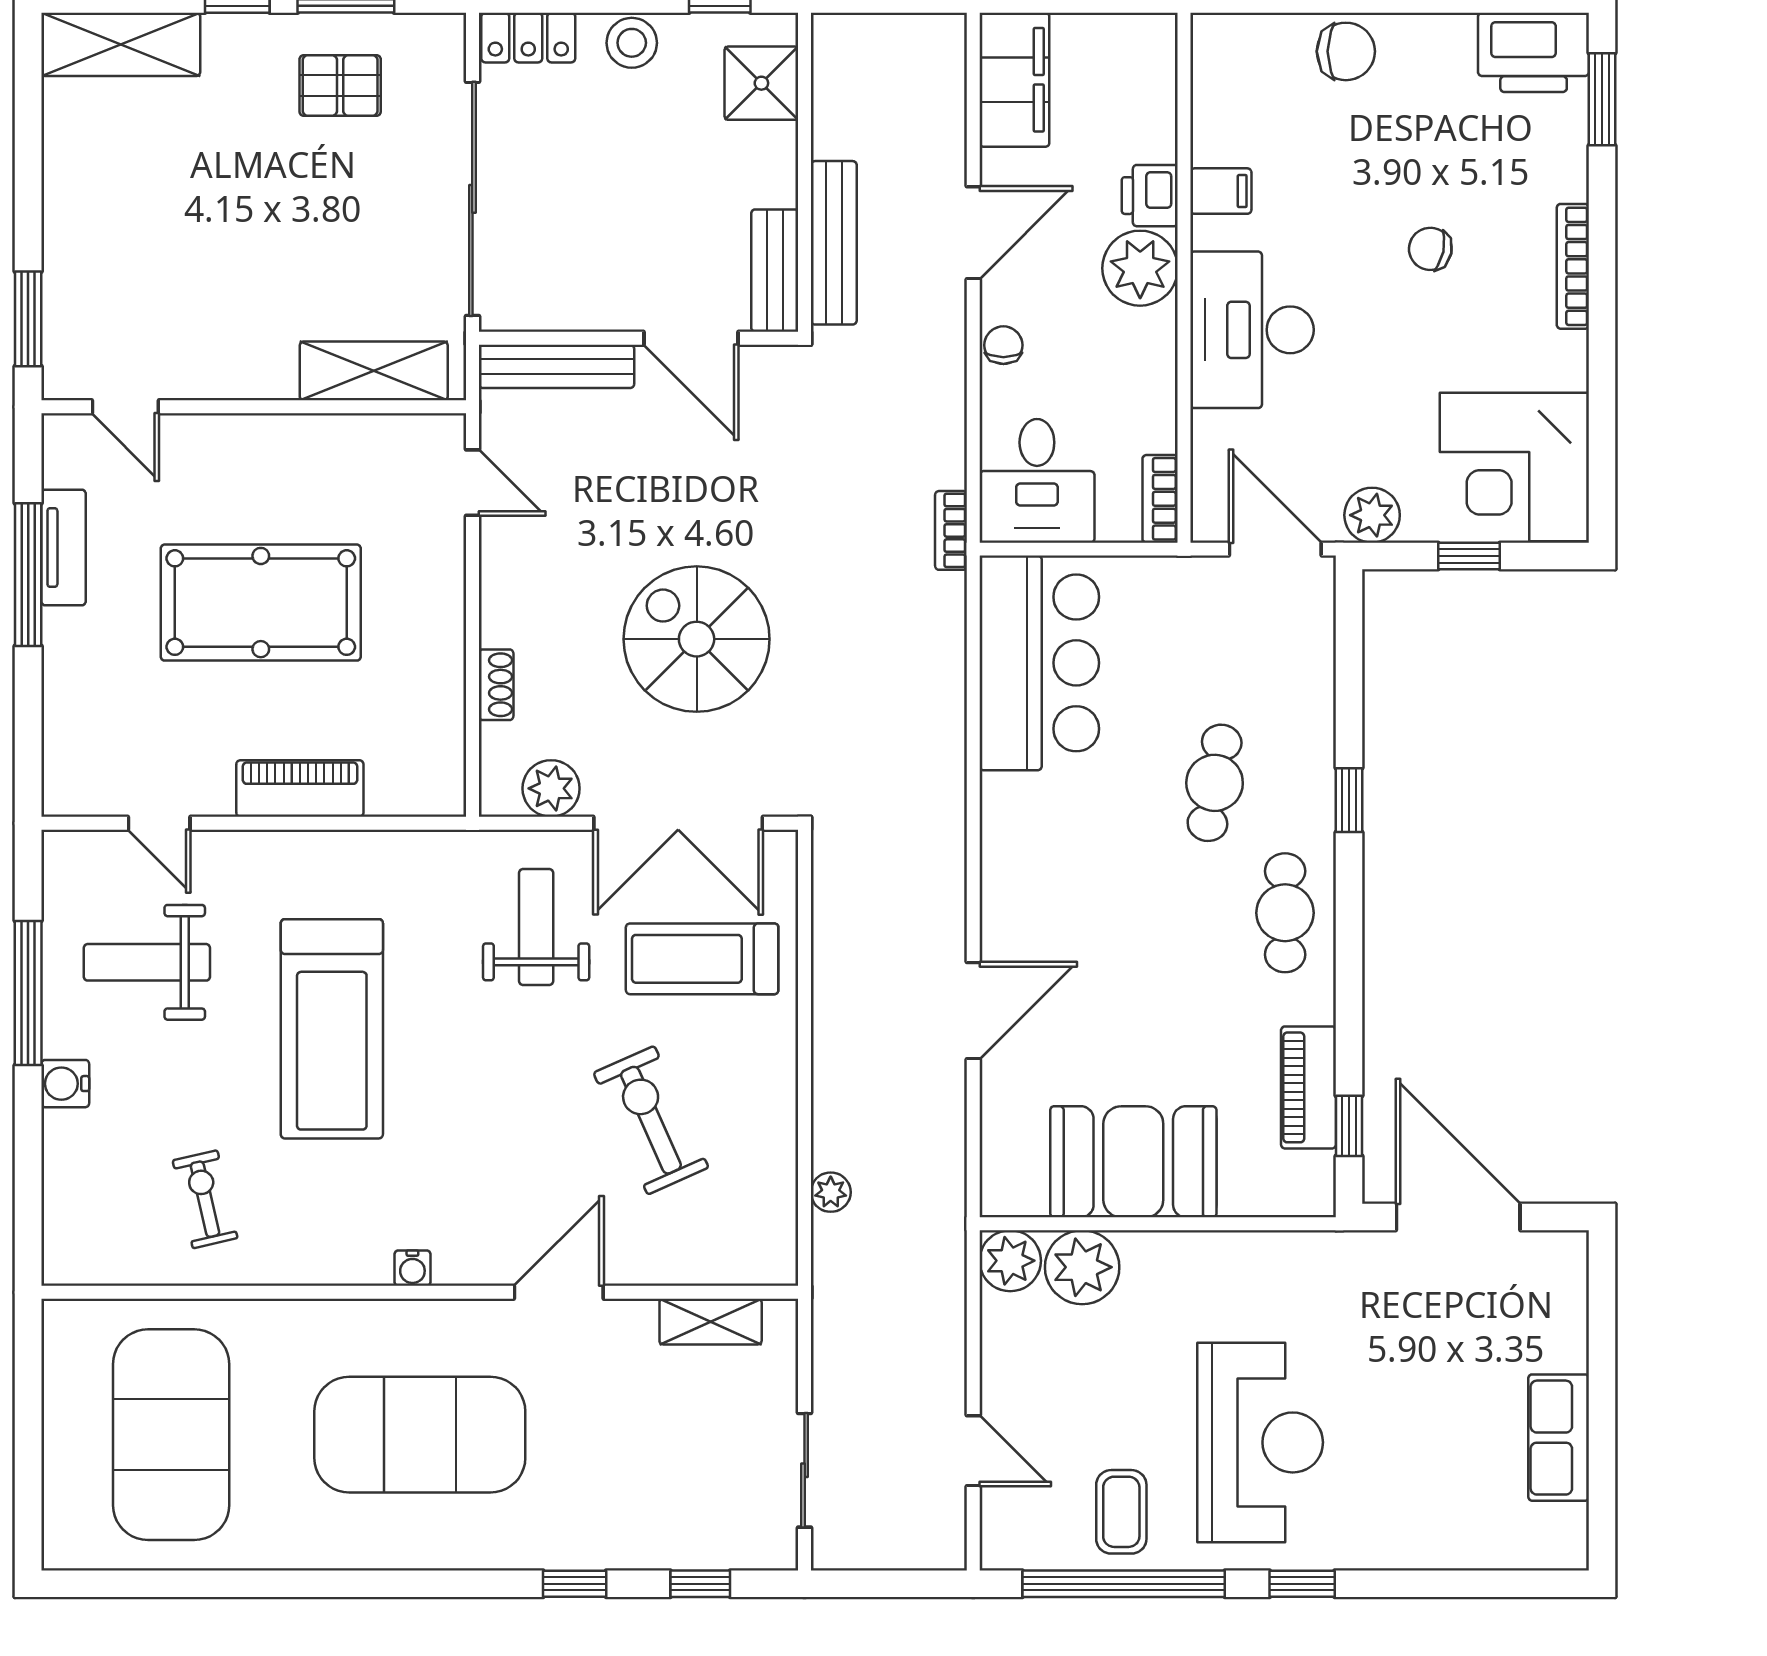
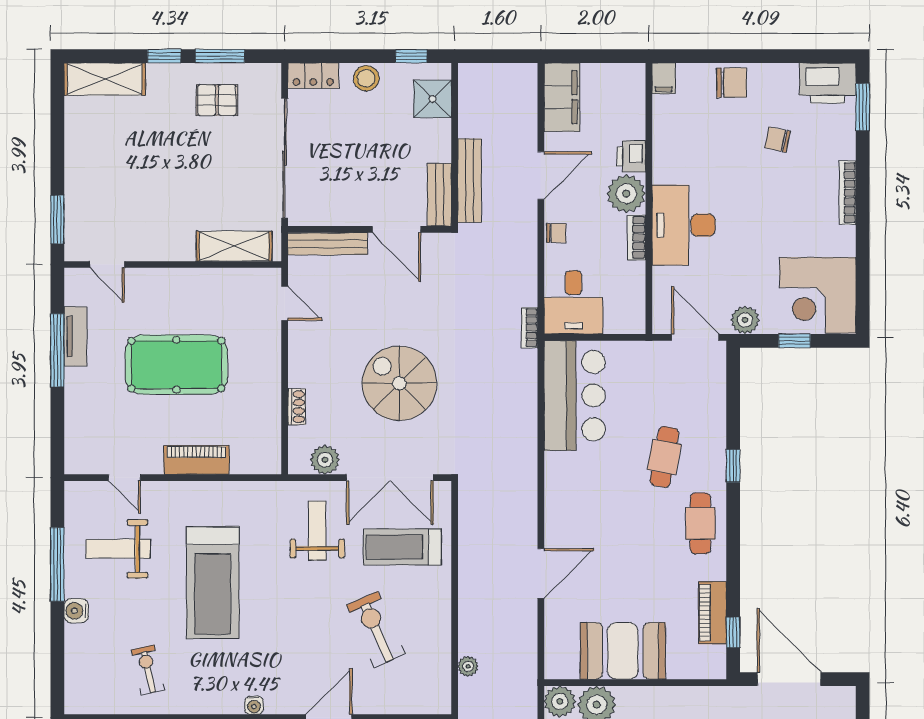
filing cabinet: (1221, 191) -> (664, 78), moved, turned 90
chair: (1430, 249) -> (778, 140), moved
chair: (1003, 345) -> (556, 233), turned 90
bookcase: (1160, 499) -> (637, 237), moved

